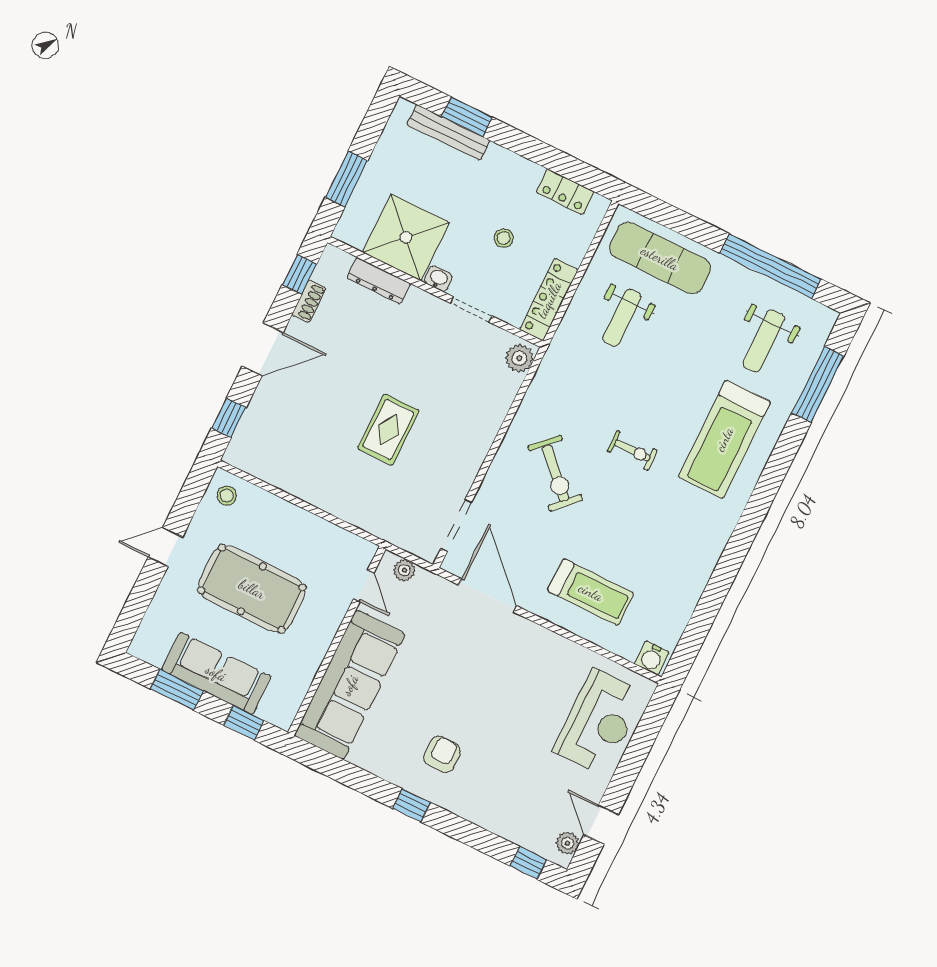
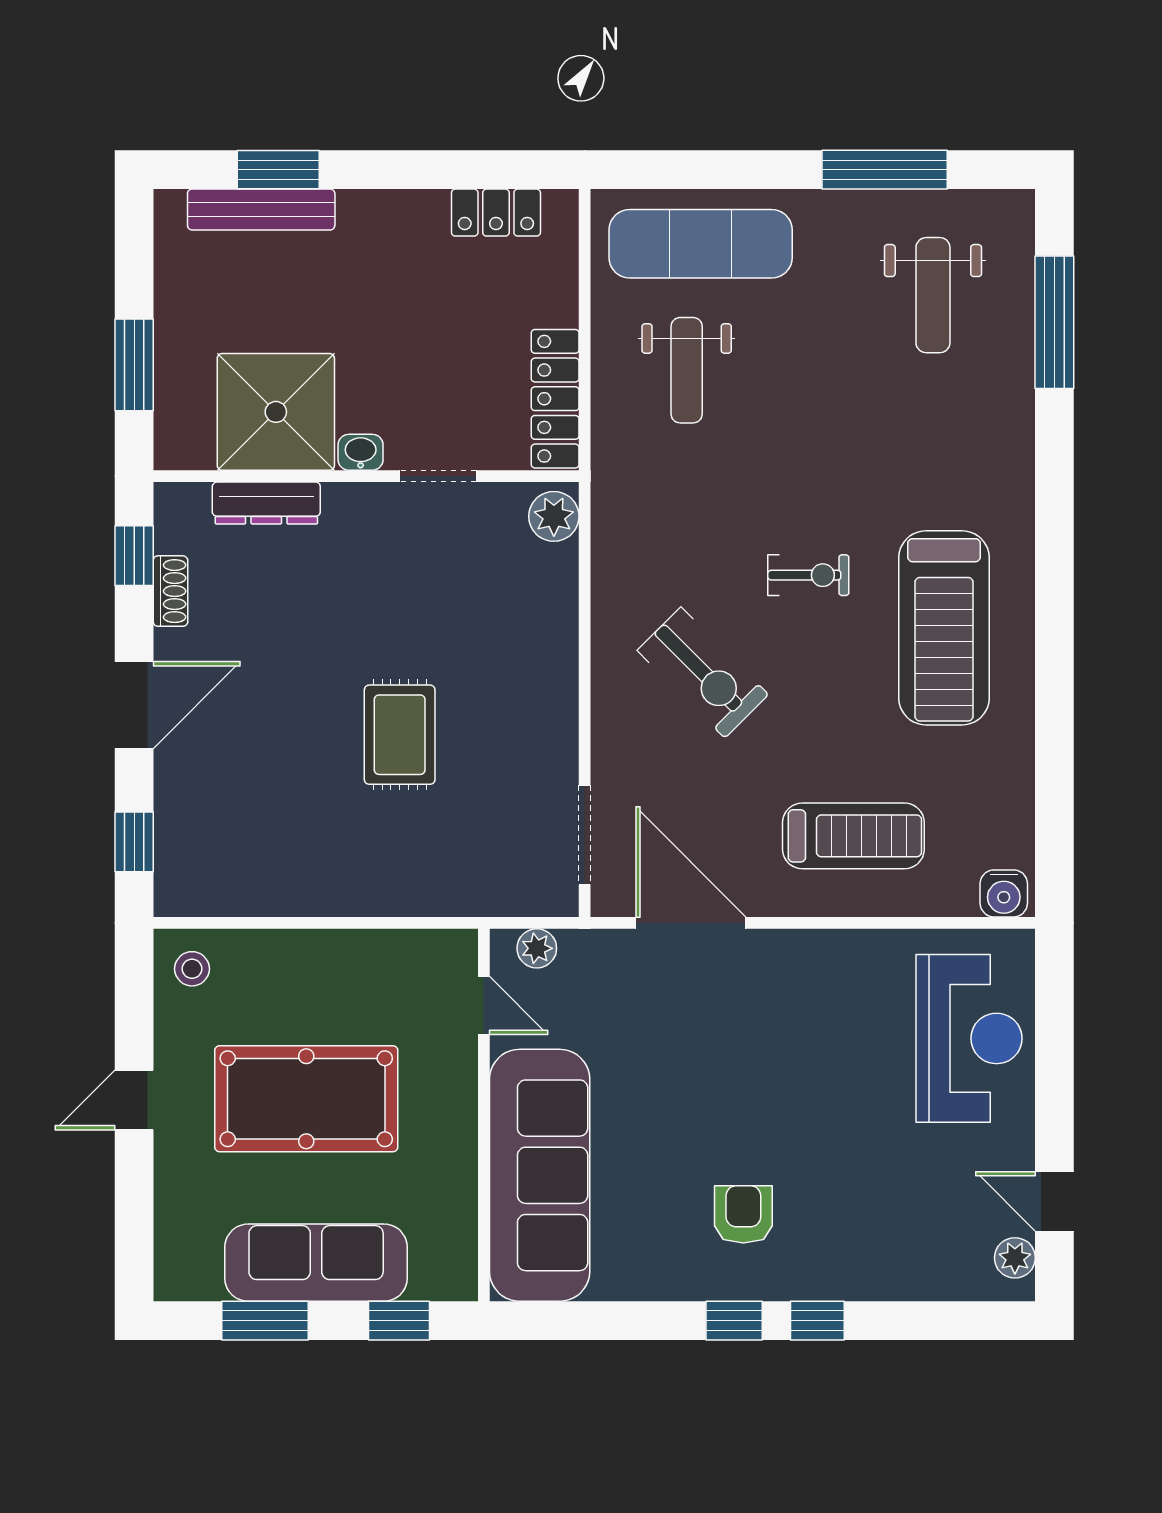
stool: (504, 238) -> (434, 336), removed
window: (770, 266) -> (885, 170), width x0.68
treadmill: (724, 439) -> (944, 628), moved
window: (528, 863) -> (817, 1321), moved

